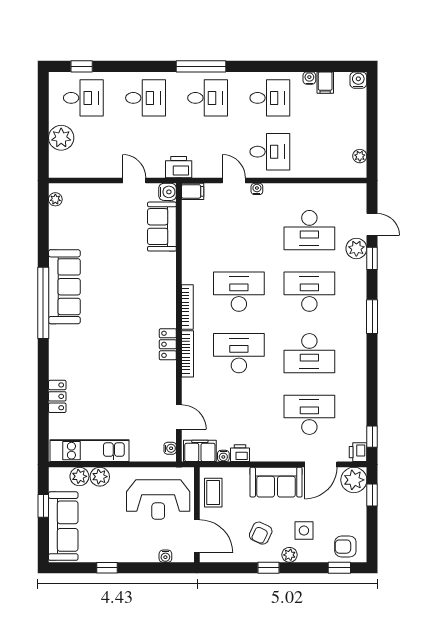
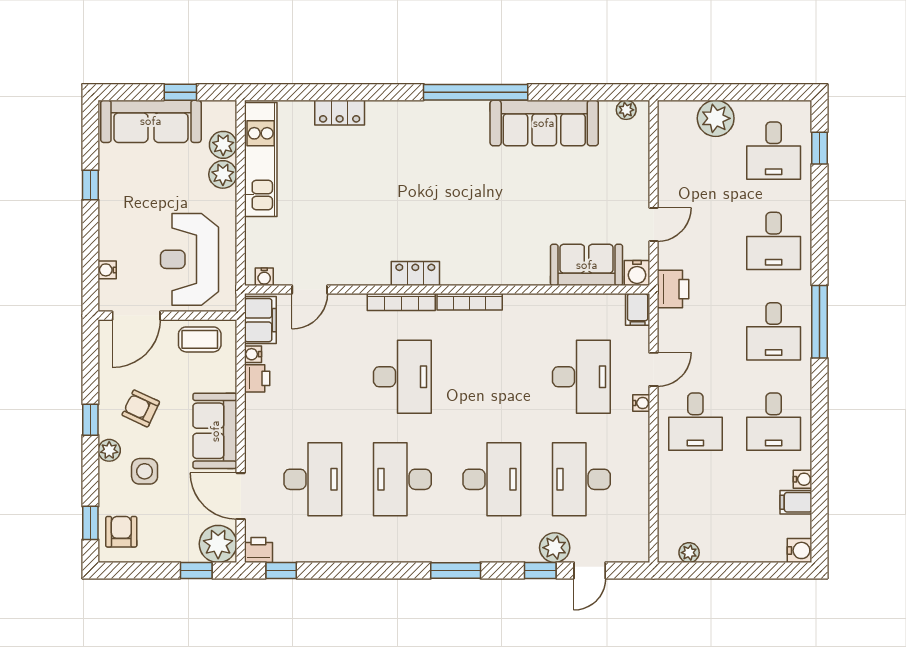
sofa: (64, 287) -> (544, 123), moved
desk: (239, 292) -> (581, 377), moved

